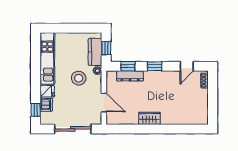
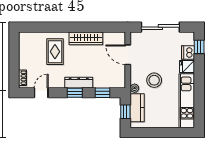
dresser: (130, 76) -> (79, 83), moved
rug: (174, 105) -> (55, 52), added
wardrobe: (149, 118) -> (86, 38), width x1.50

